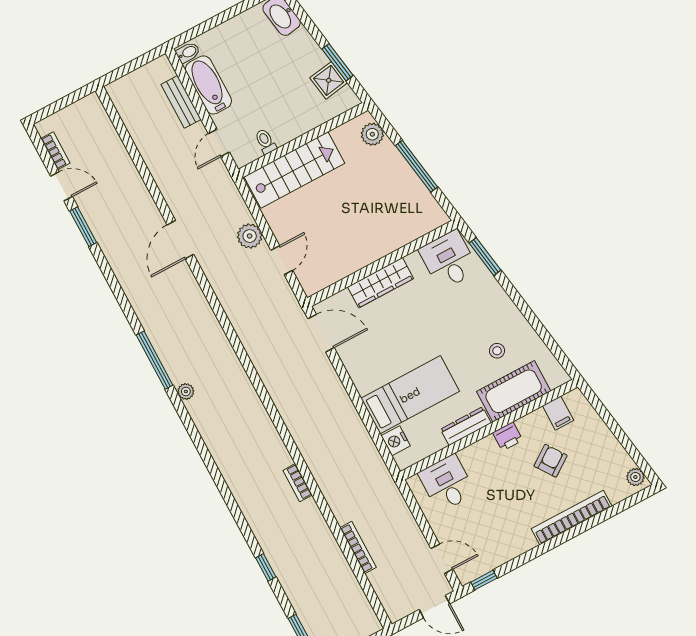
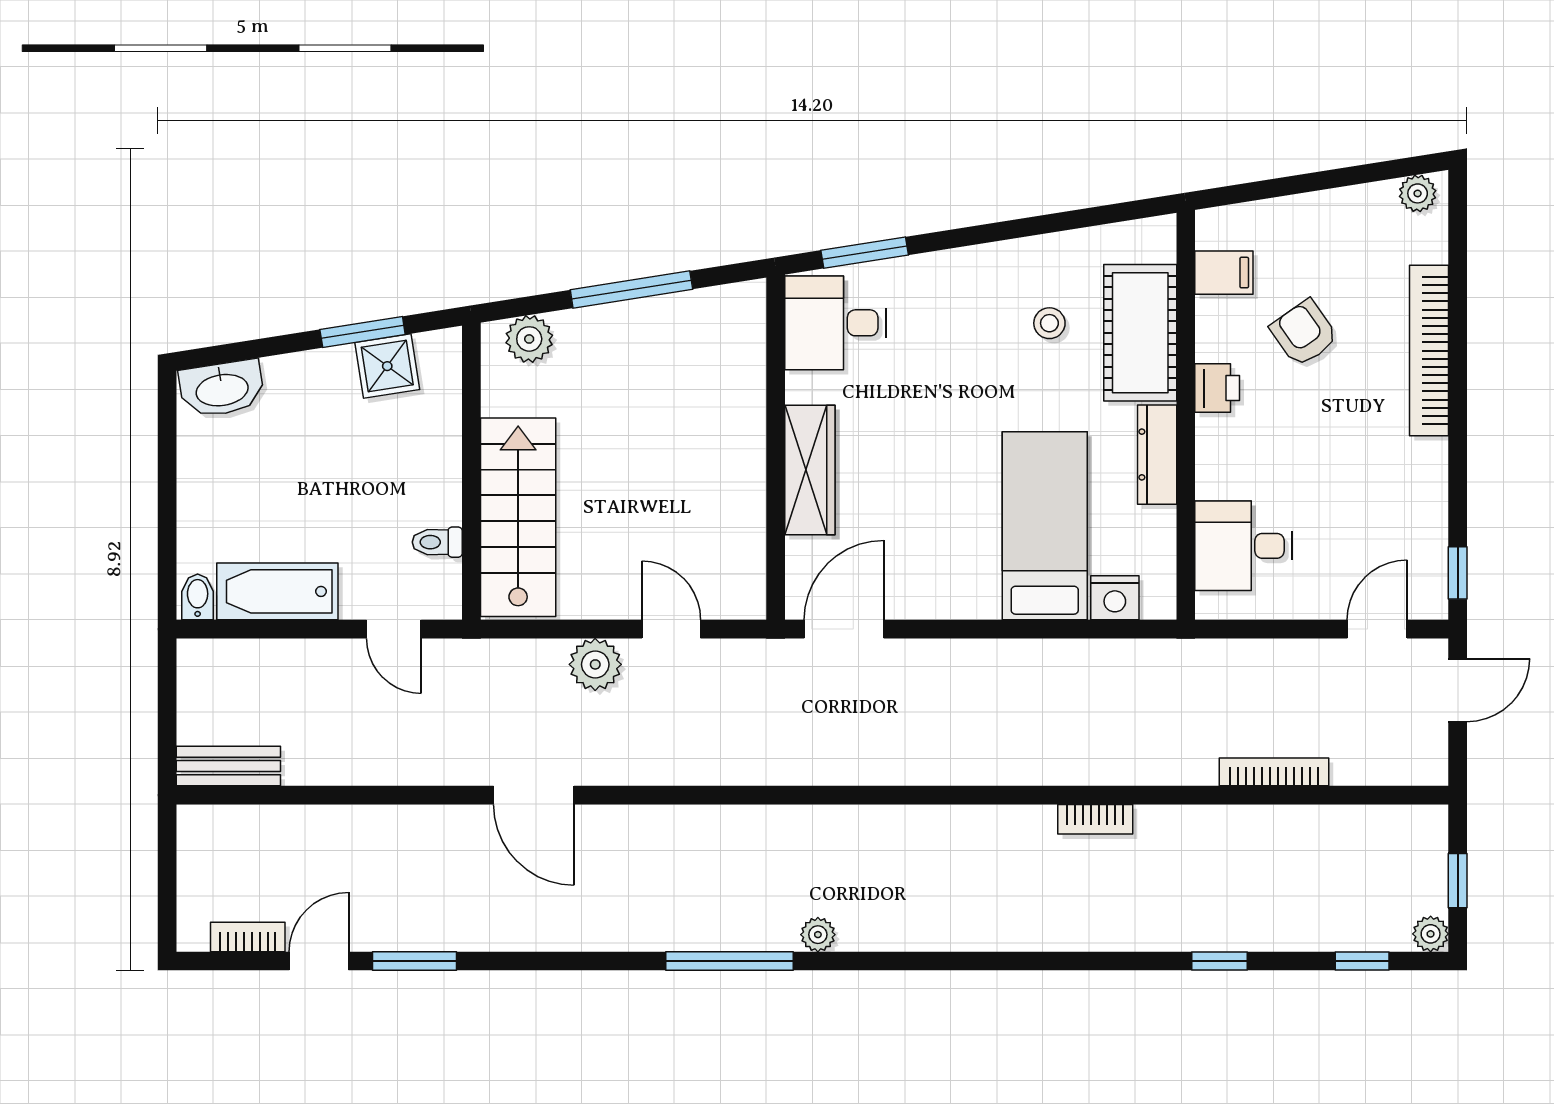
bench: (181, 102) -> (228, 766), moved

